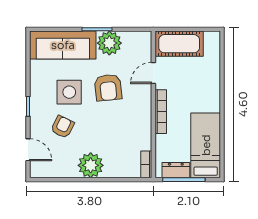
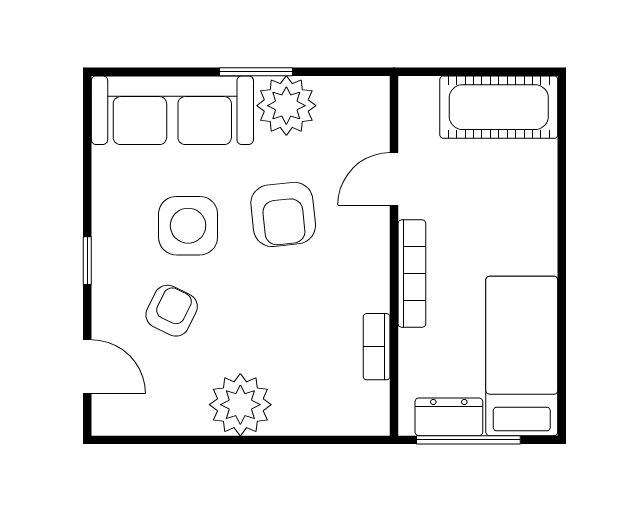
cot: (179, 44) -> (499, 107), moved
bookcase: (146, 164) -> (377, 347), moved

